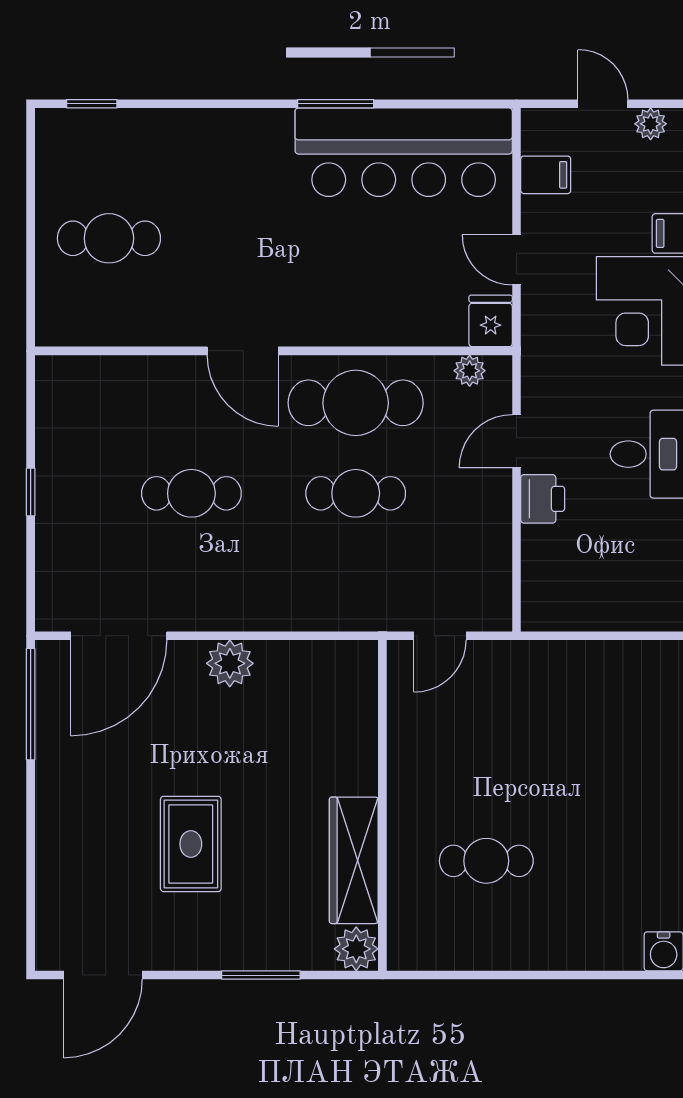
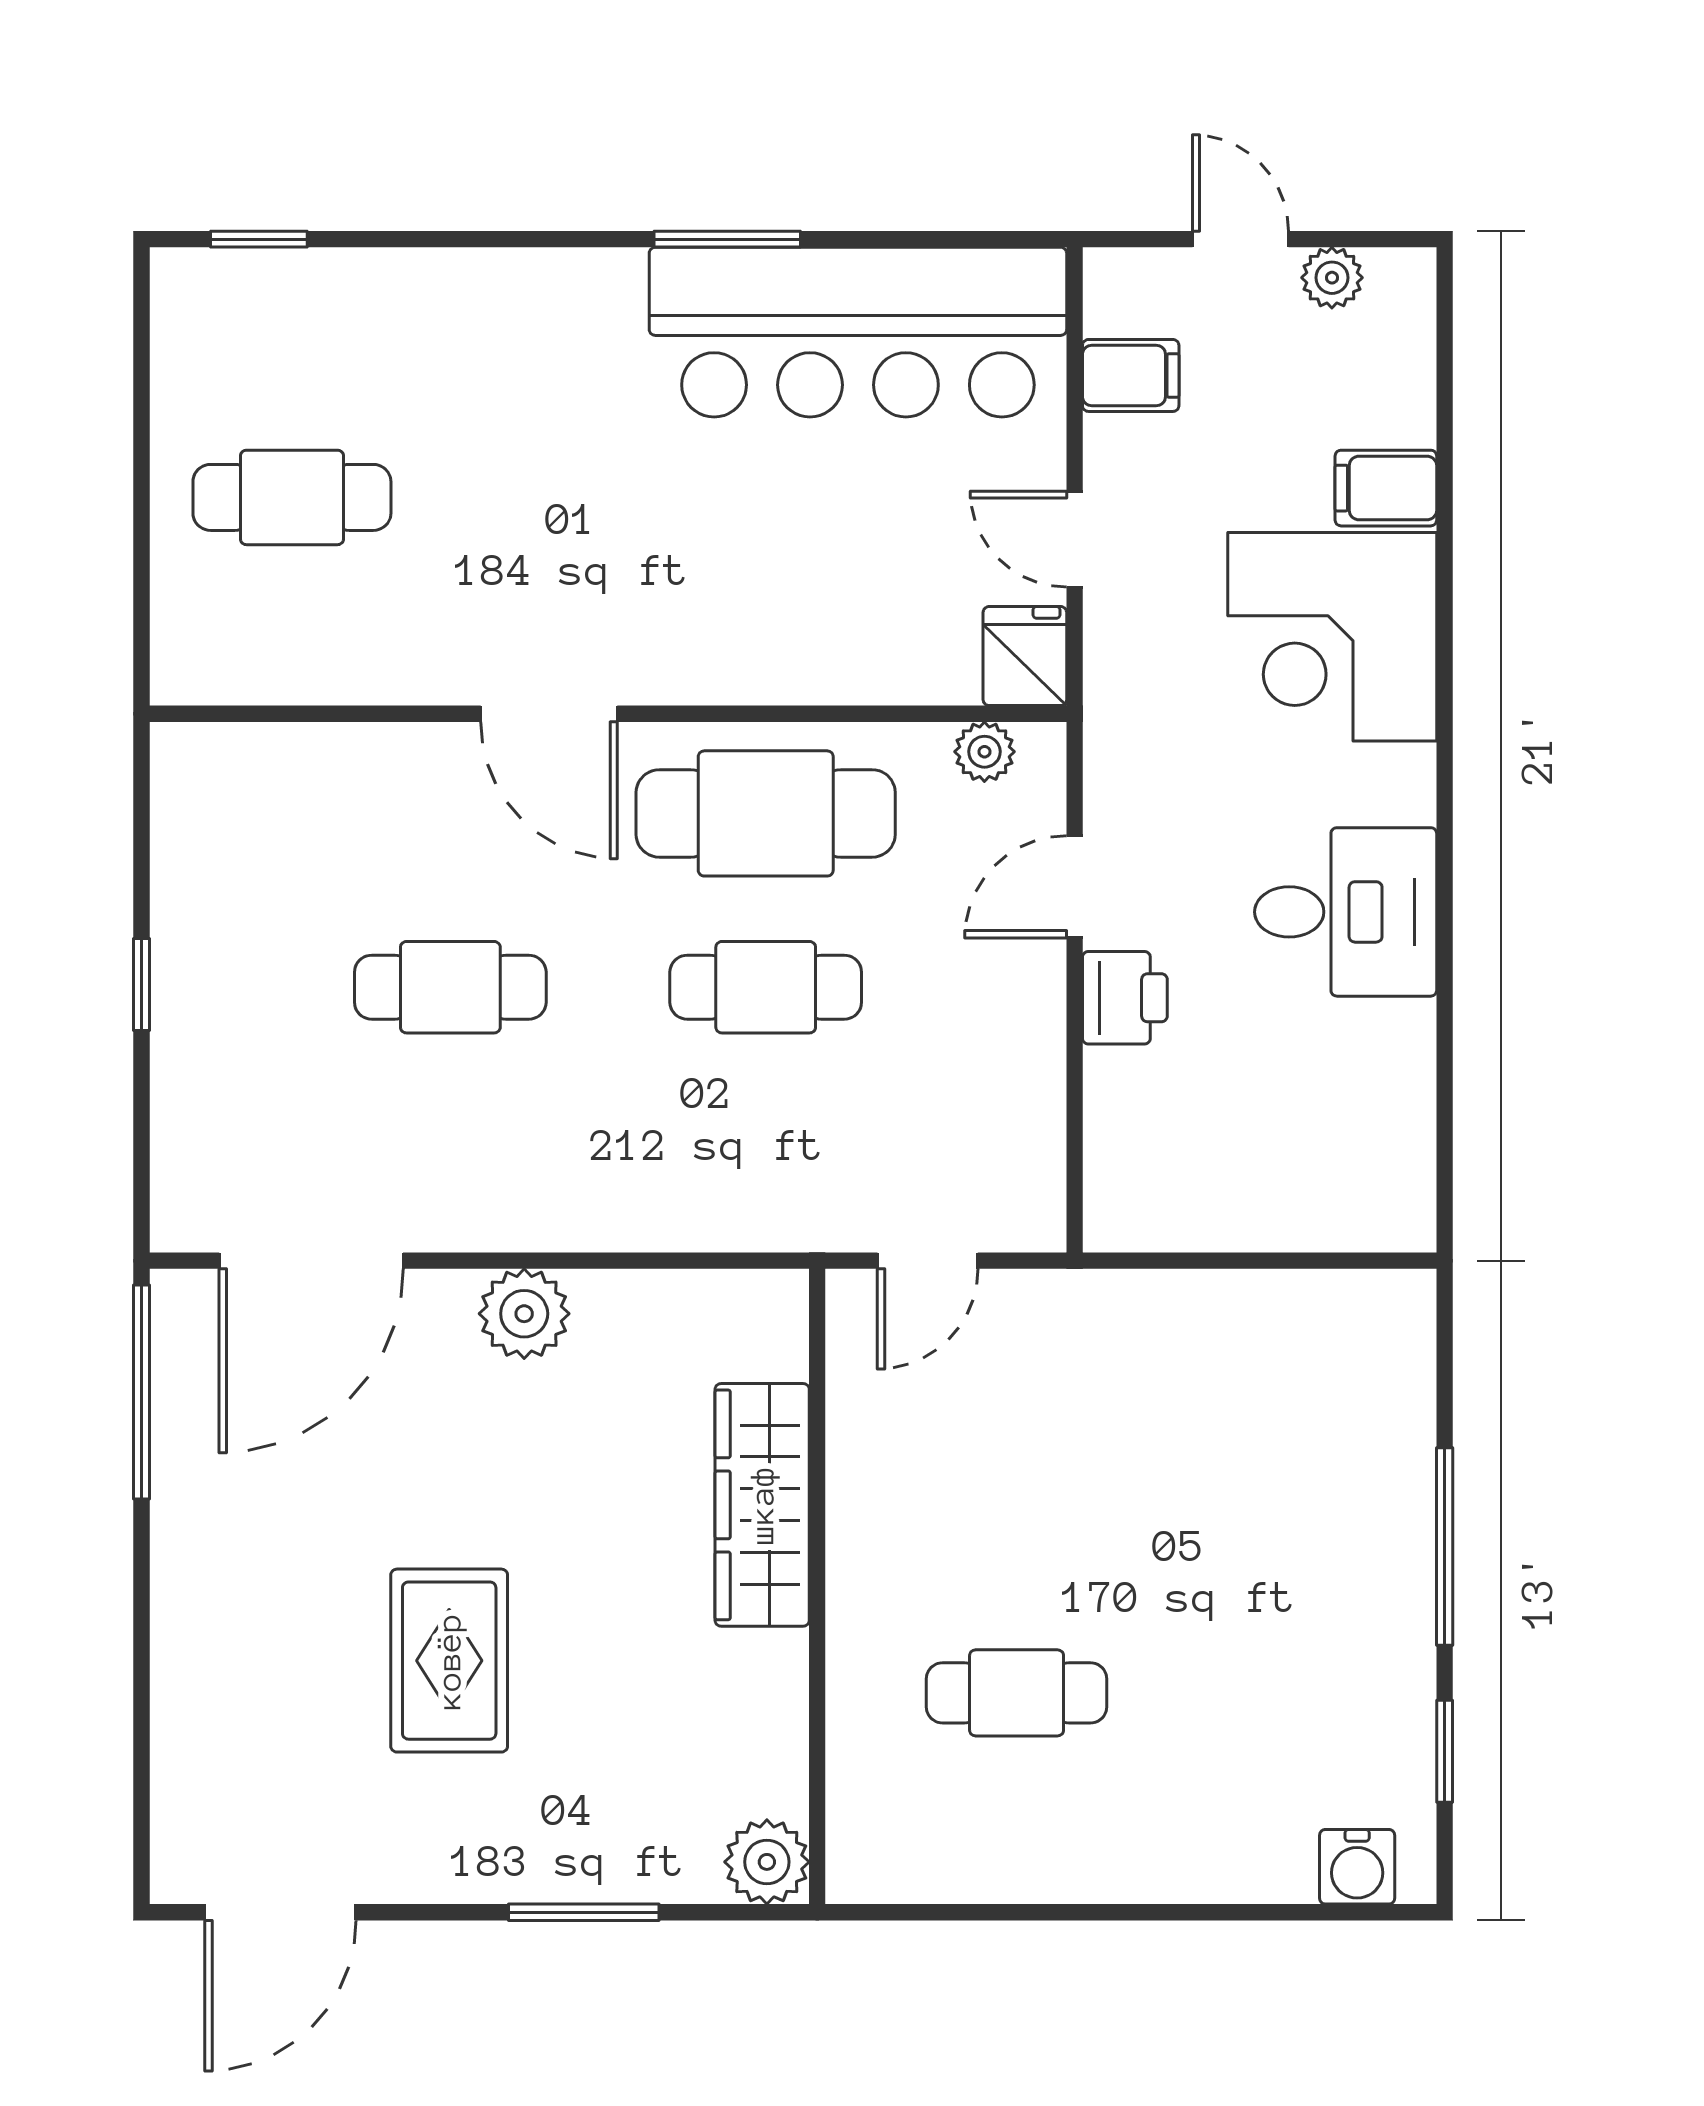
wardrobe: (354, 860) -> (762, 1505), moved

